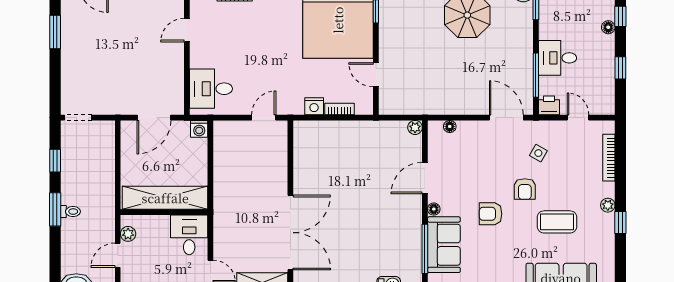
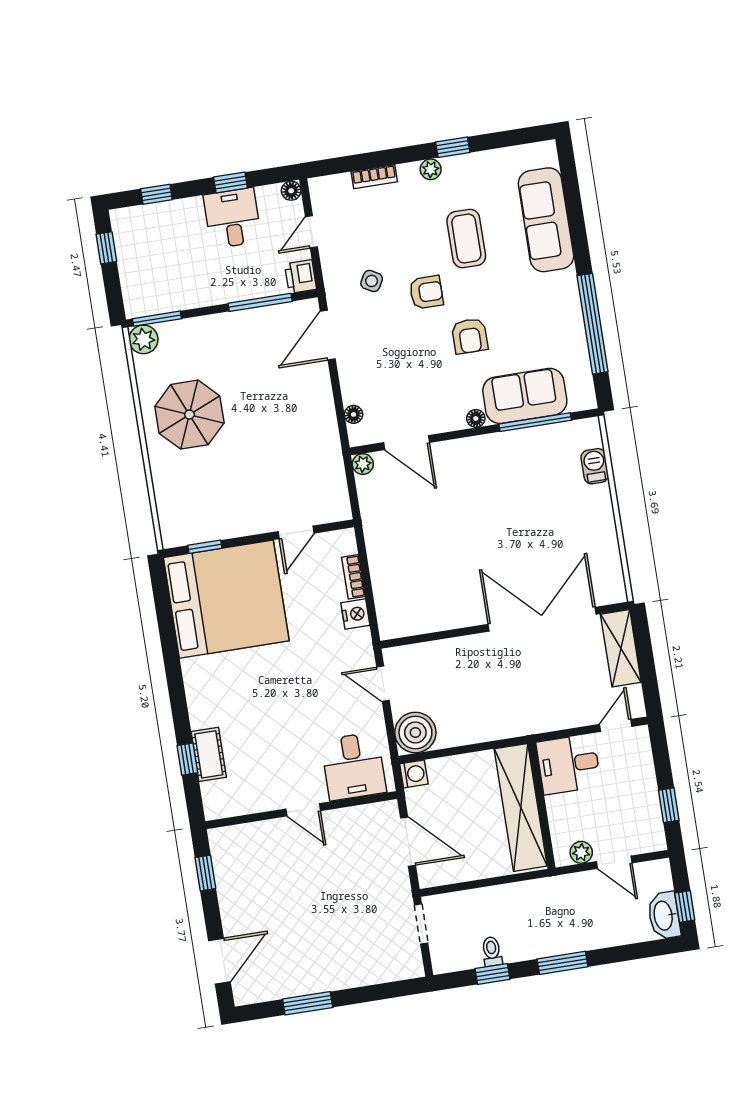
floor lamp: (608, 27) -> (291, 191), moved
door: (187, 30) -> (303, 810), moved
desk: (558, 58) -> (232, 218), moved, turned 180
doorway: (78, 118) -> (421, 924), moved
boiler: (227, 134) -> (415, 732), added
bookcase: (609, 158) -> (374, 177), width x0.64
door: (425, 178) -> (406, 443), moved
toilet: (70, 212) -> (492, 951), moved

